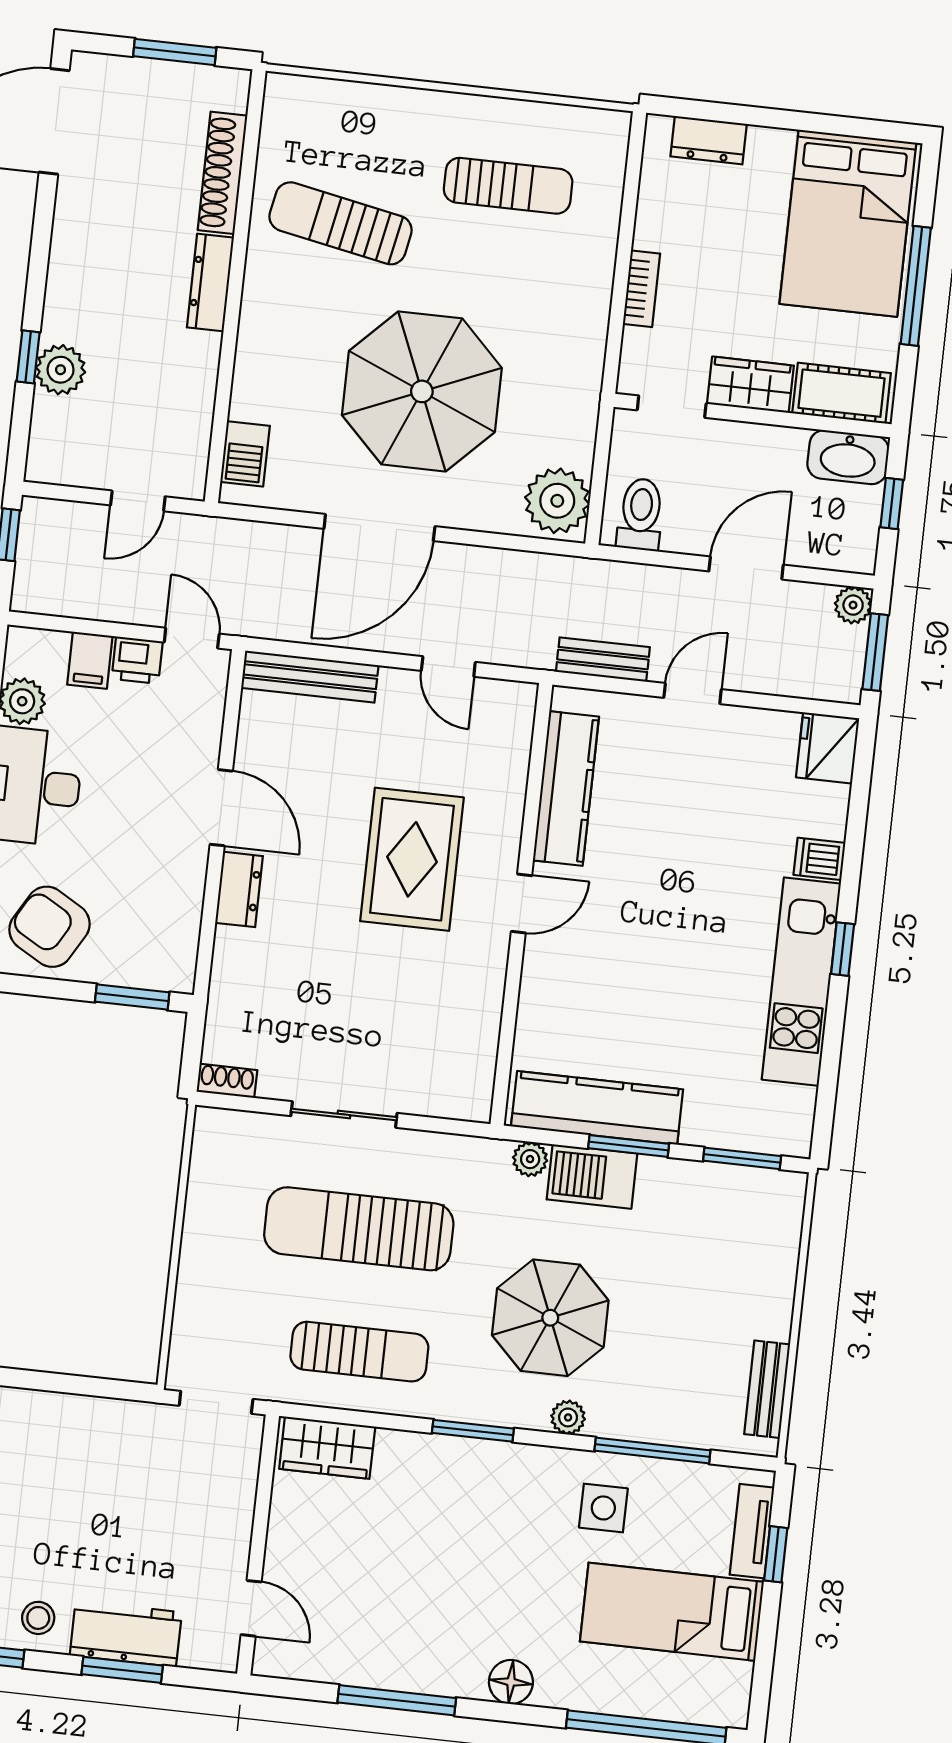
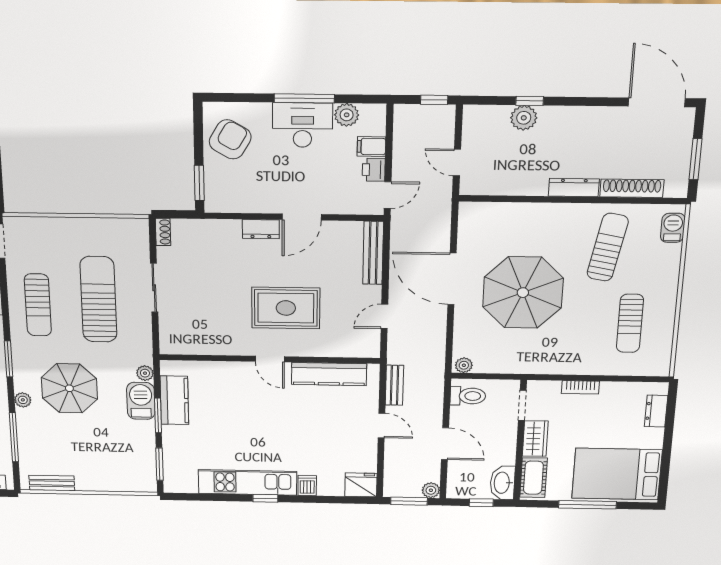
barbecue: (245, 454) -> (673, 228), moved, turned 90
plant: (557, 501) -> (464, 365), width x0.53, depth x0.53
kitchen counter: (597, 1108) -> (174, 400), width x0.67

